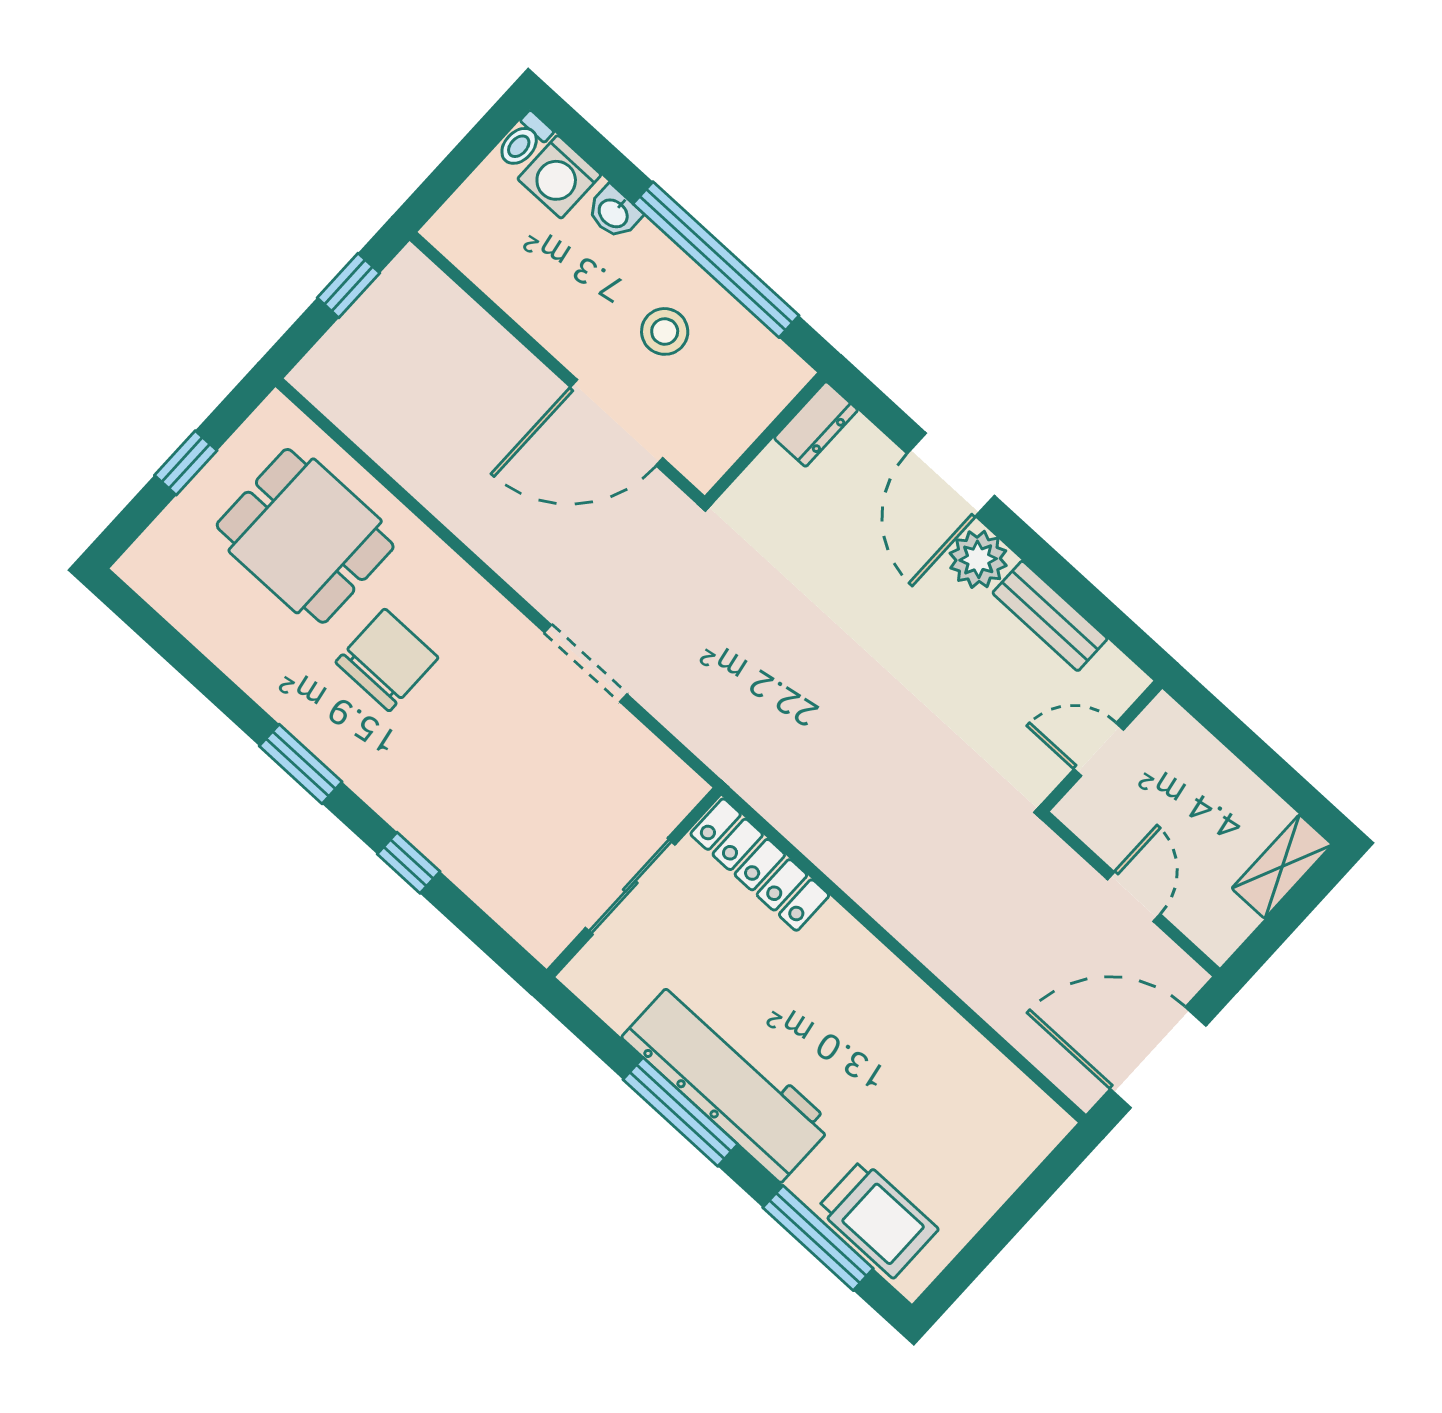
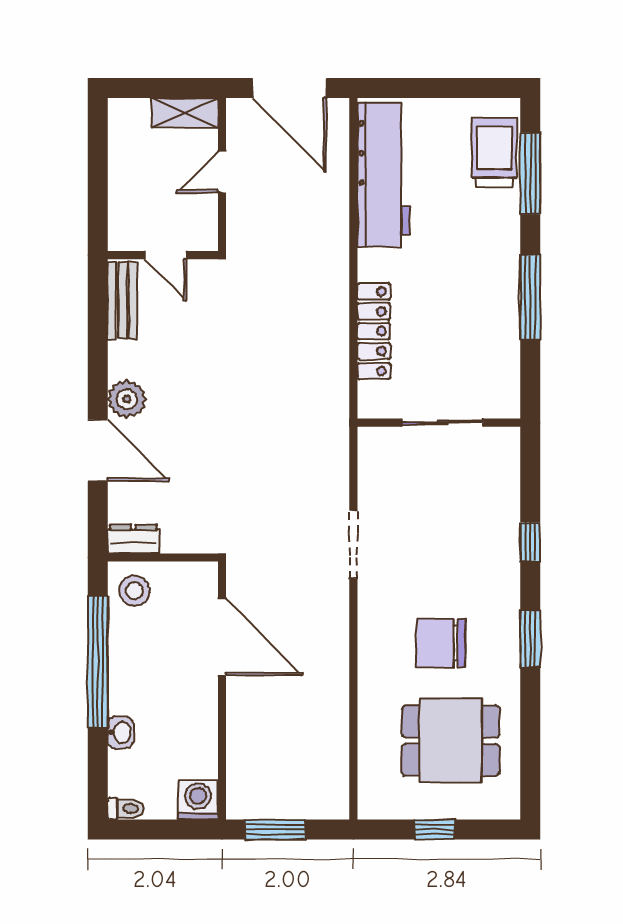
washing machine: (559, 177) -> (198, 800), moved, turned -90
window: (348, 285) -> (275, 830), width x1.50
stool: (665, 331) -> (134, 591), moved
door: (951, 475) -> (98, 450), hinge flipped
dining table: (305, 536) -> (451, 741), moved, turned 90
bench: (1050, 616) -> (122, 300), moved
locker: (760, 865) -> (374, 331), moved
shelving: (1282, 867) -> (185, 113), moved
workbench: (727, 1081) -> (384, 175), moved, turned 180

